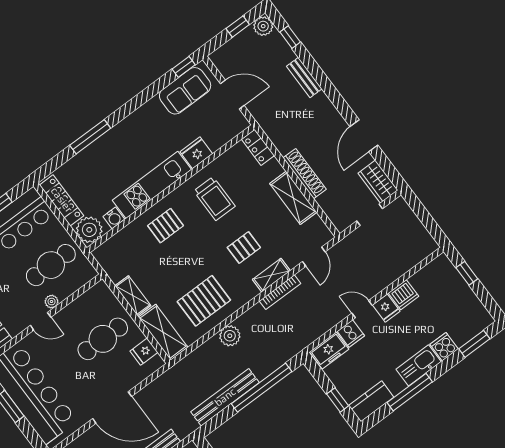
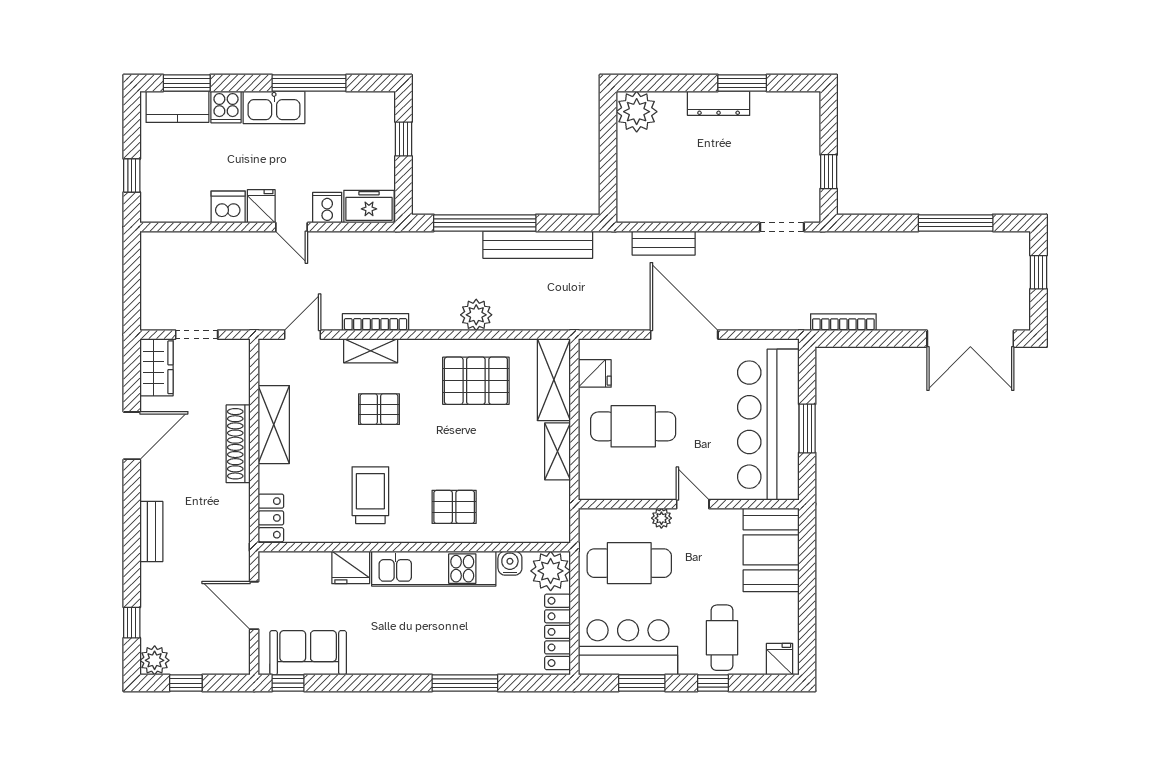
bench: (304, 77) -> (151, 531), moved
kitchen counter: (371, 401) -> (177, 107), moved

